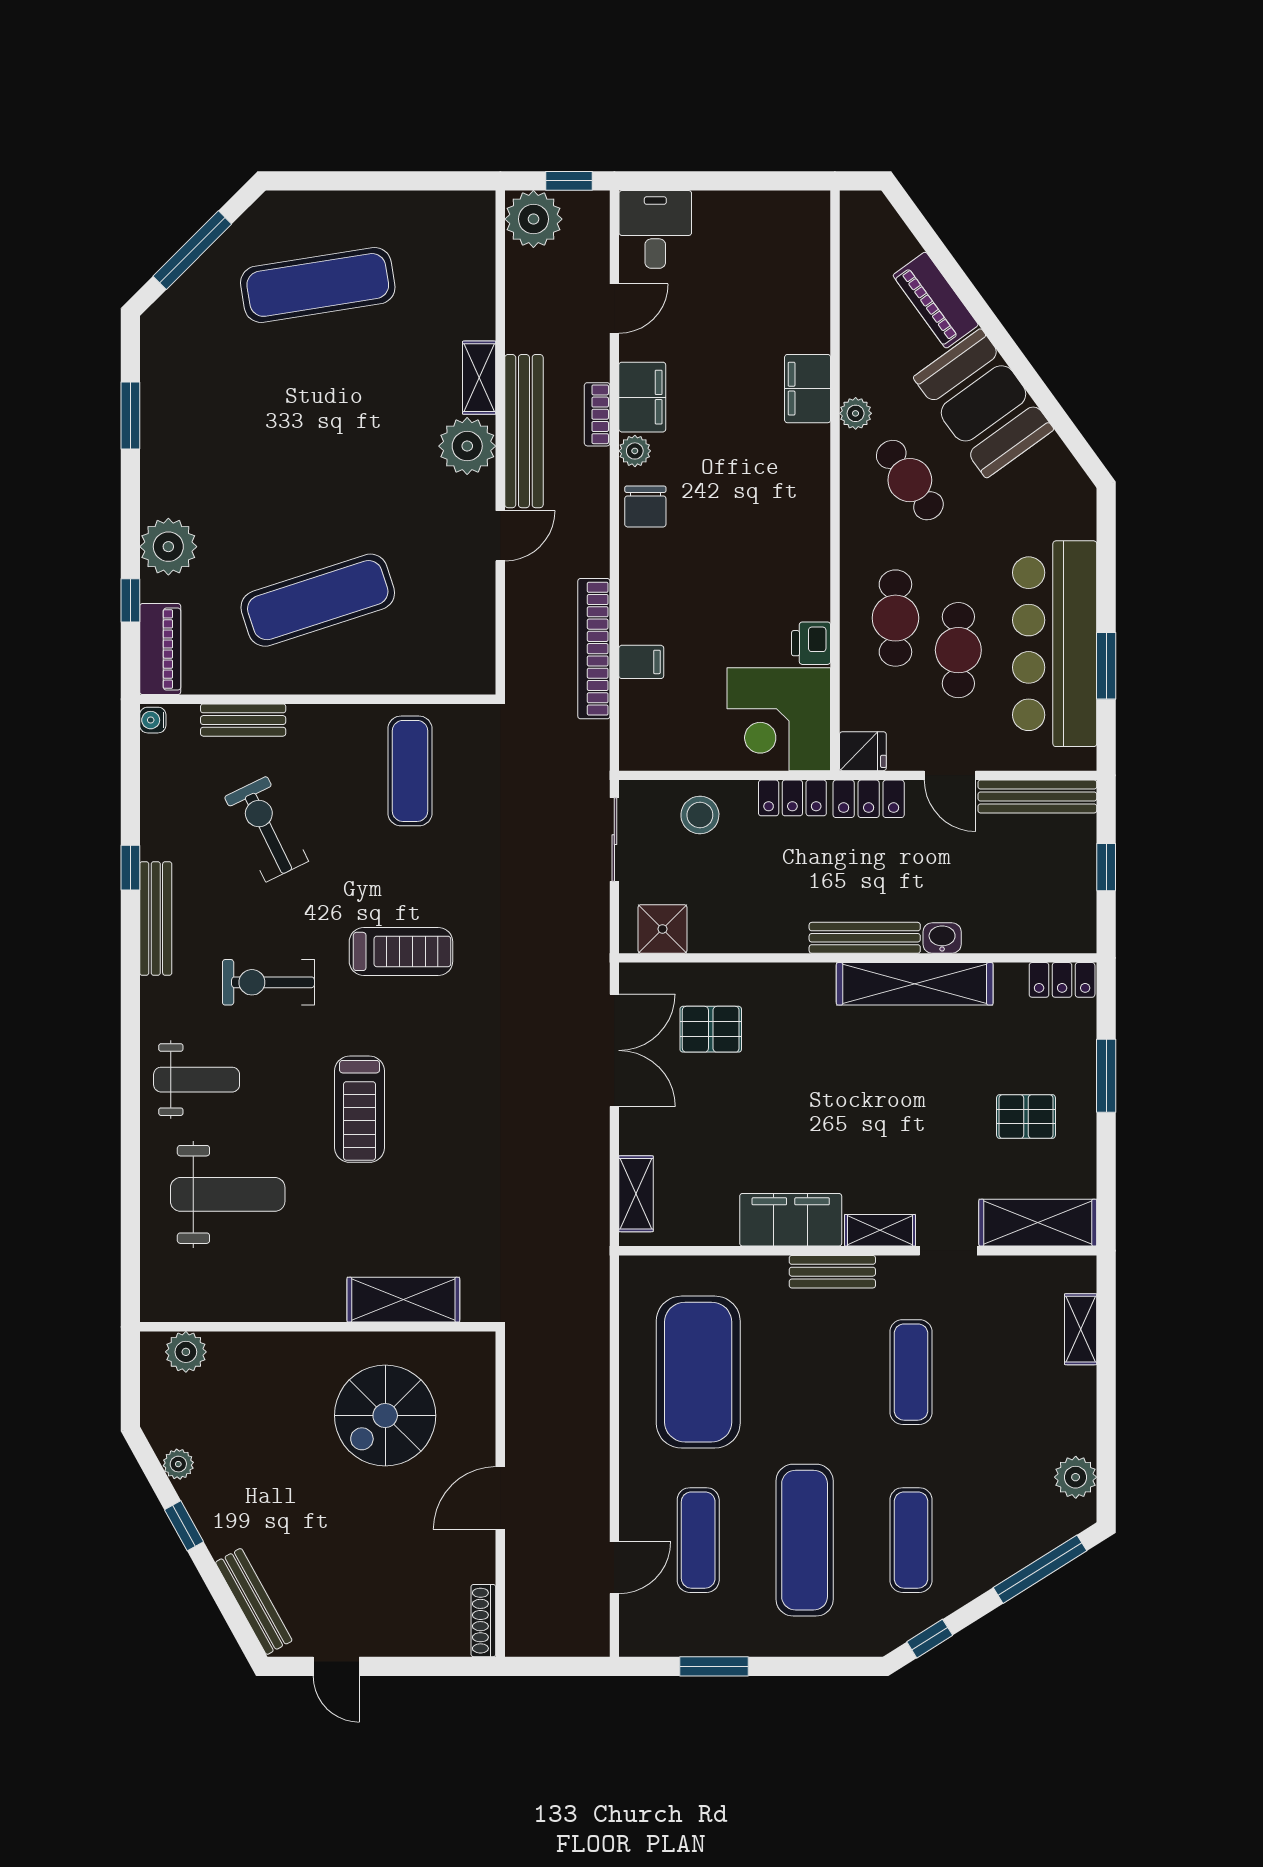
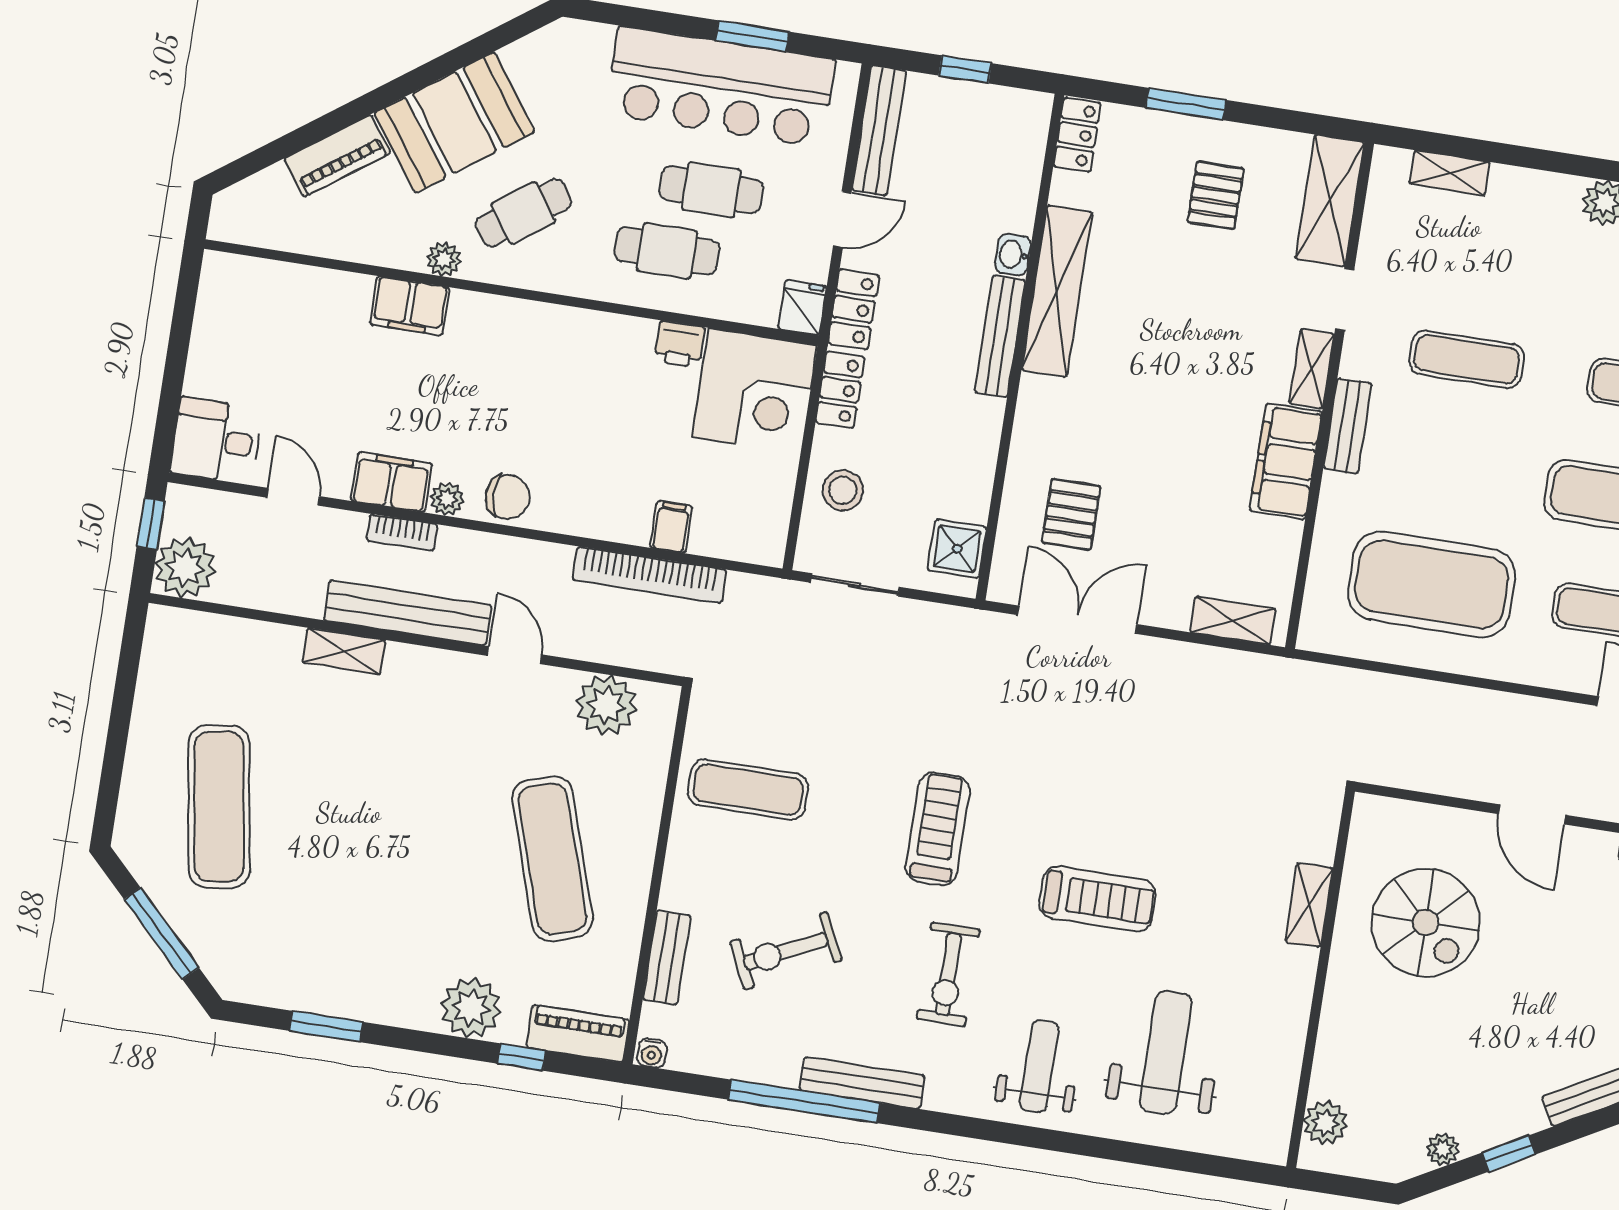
plant: (467, 446) -> (606, 705), moved
window: (130, 868) -> (804, 1101), width x3.17
shelving: (403, 1300) -> (1309, 905), width x0.67, depth x0.75

